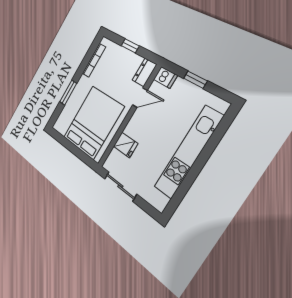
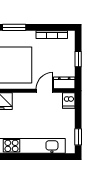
window: (195, 80) -> (78, 137), moved
door: (140, 98) -> (44, 91), swing flipped

